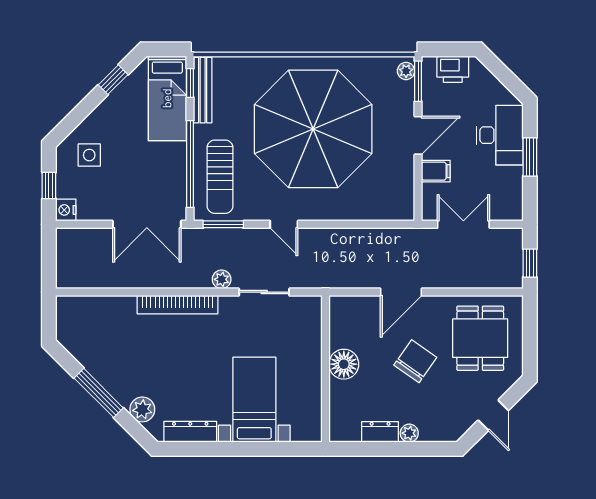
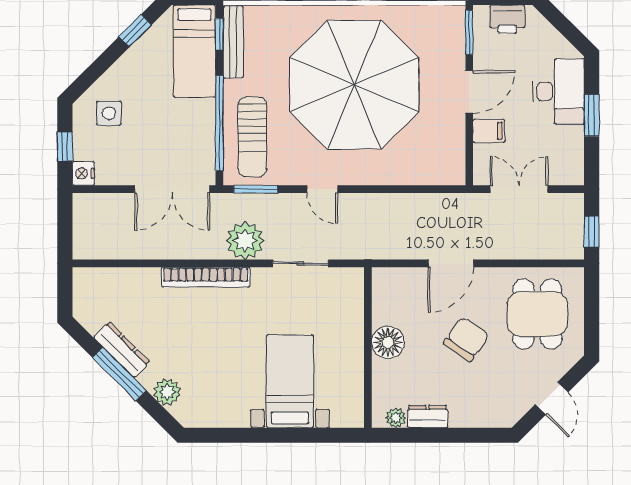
plant: (406, 71) -> (456, 21), removed
plant: (222, 279) -> (245, 240), width x1.88, depth x1.88
dresser: (190, 432) -> (122, 350), moved, turned 45
plant: (409, 433) -> (396, 418), moved

